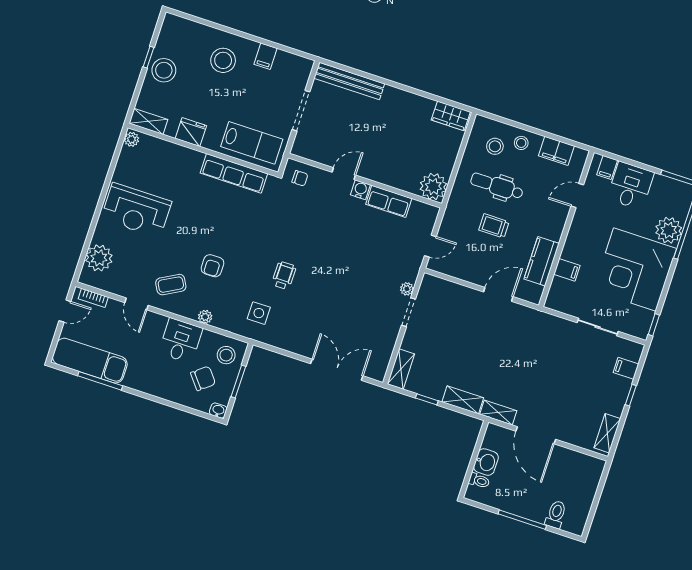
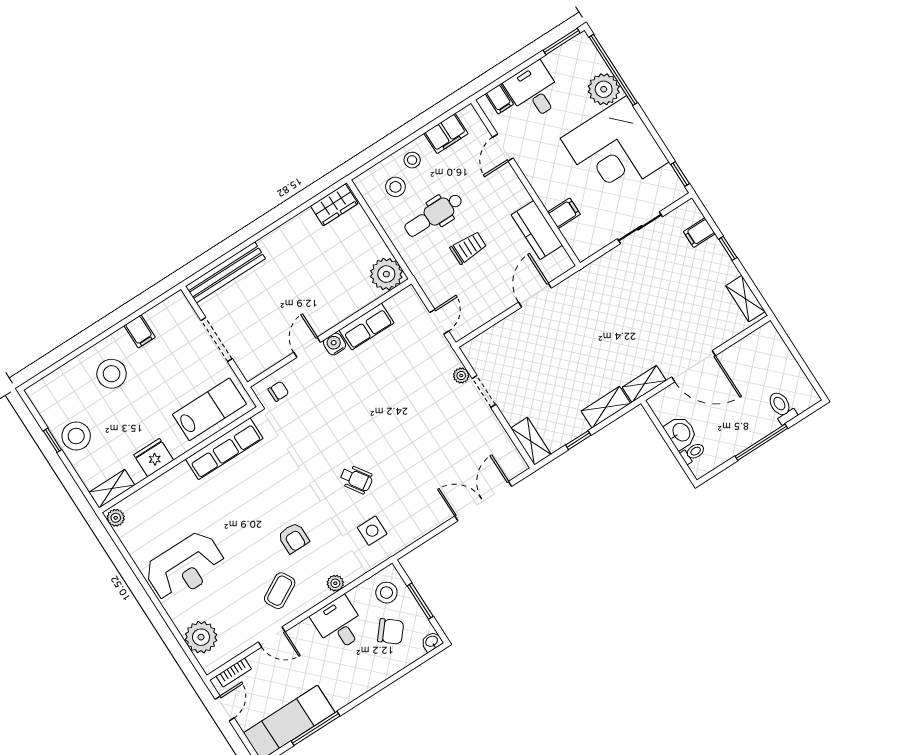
trolley: (494, 226) -> (468, 248), turned 180
wheelchair: (284, 275) -> (356, 479), turned 146
chair: (203, 378) -> (391, 631), turned 79

